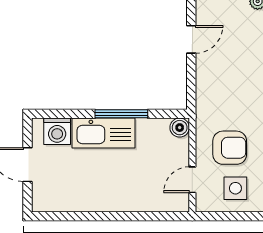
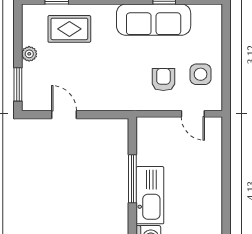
boiler: (180, 128) -> (145, 125), removed
armchair: (230, 148) -> (163, 79), width x0.72, depth x0.72

